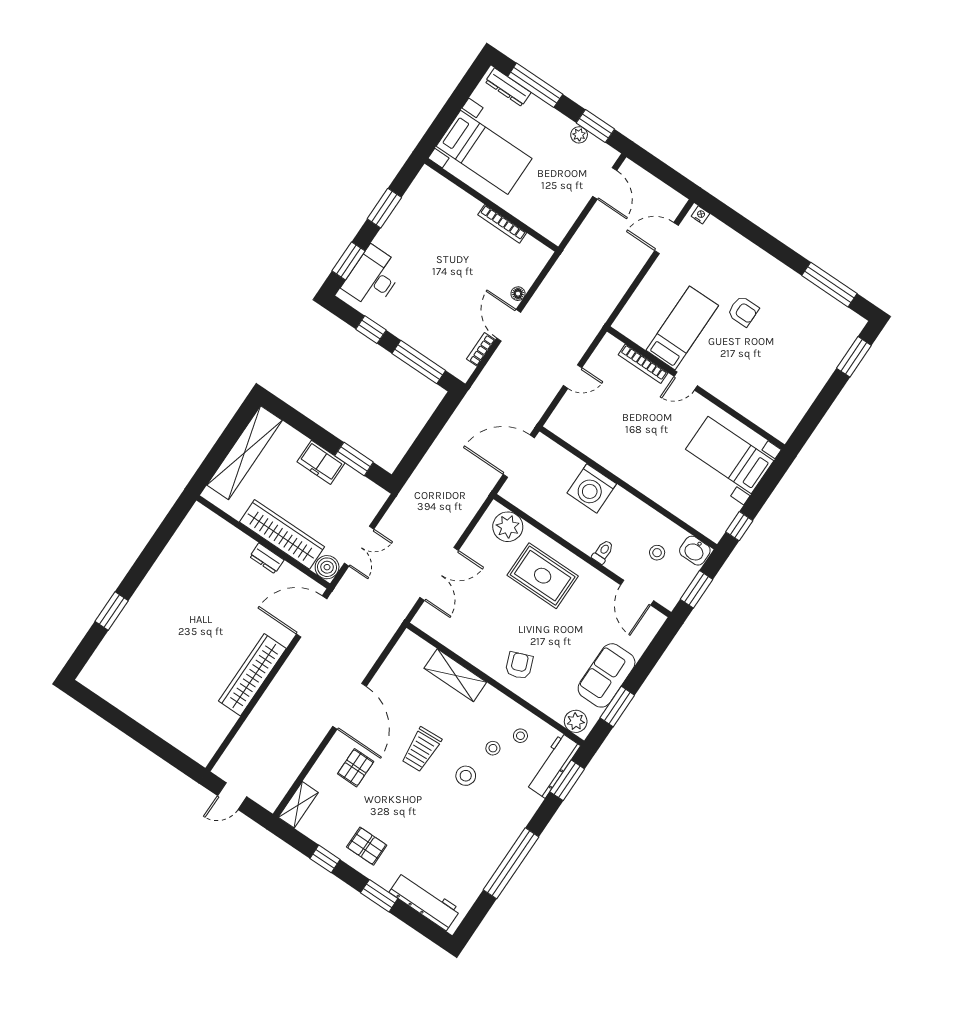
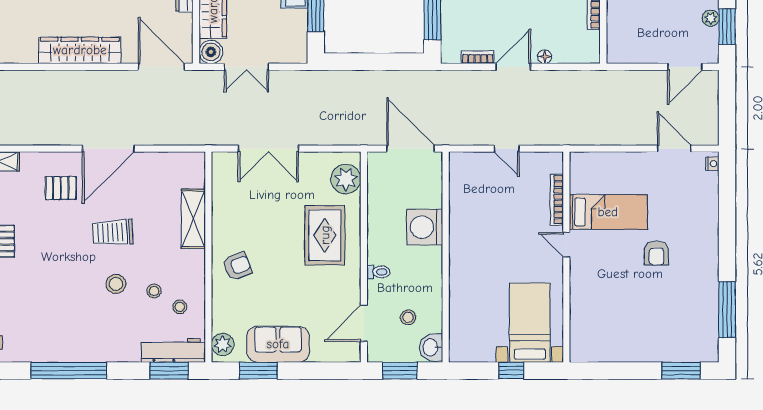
window: (739, 526) -> (511, 371), moved

